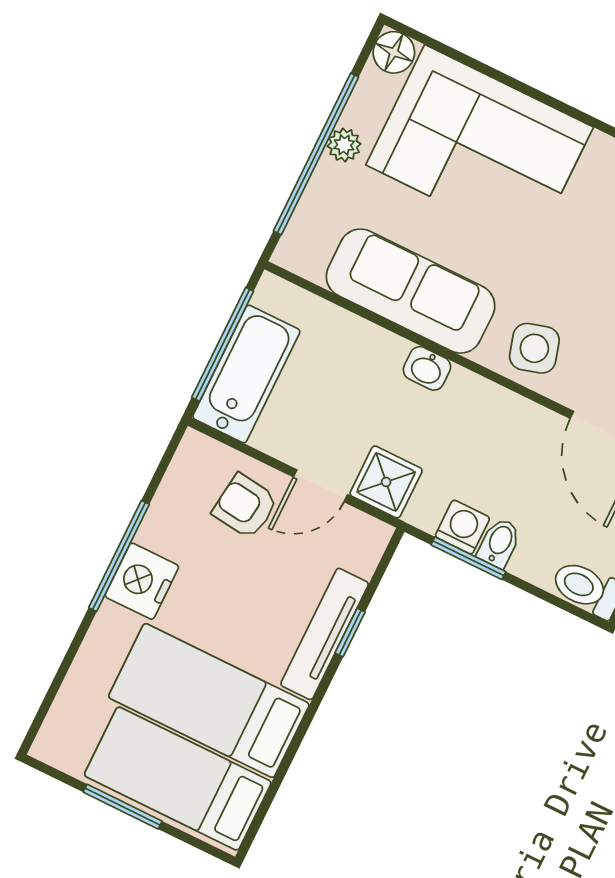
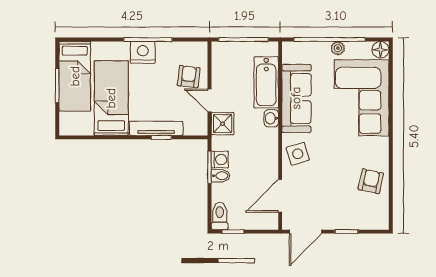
bathtub: (246, 374) -> (266, 82), moved, turned 90
bed: (178, 779) -> (75, 76), moved, turned 180

